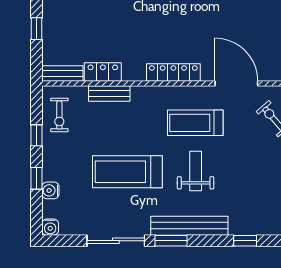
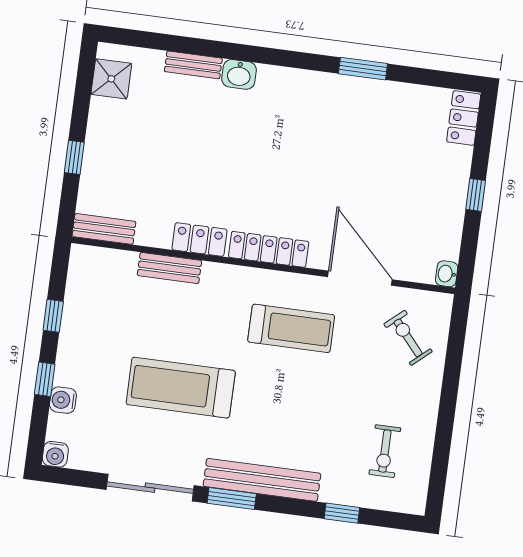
locker: (103, 72) -> (200, 240), moved
exercise bike: (59, 115) -> (385, 451), moved
treadmill: (195, 123) -> (291, 328), turned 180
weight bench: (196, 171) -> (282, 400), removed

